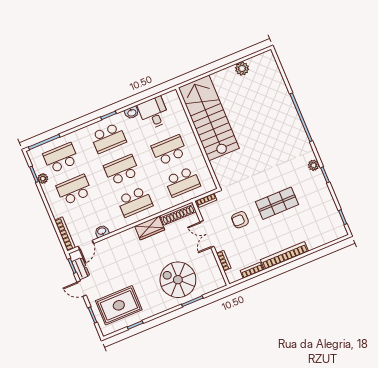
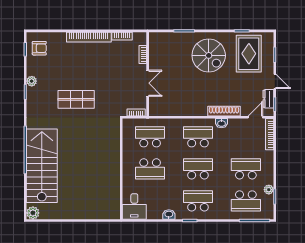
plant: (242, 69) -> (33, 213), moved
desk: (154, 113) -> (134, 206), moved
stairs: (209, 118) -> (42, 166), moved, turned 180
plant: (314, 165) -> (32, 81), moved
school desk: (122, 170) -> (198, 169), turned 180
school desk: (74, 190) -> (246, 169), turned 180
shop shelf: (277, 203) -> (76, 99), moved
shoe rack: (178, 214) -> (224, 111), moved
armchair: (240, 220) -> (39, 48), moved
wardrobe: (150, 228) -> (195, 109), removed
washbasin: (102, 231) -> (221, 123), moved
spiral stairs: (178, 280) -> (209, 55), moved
rug: (119, 305) -> (249, 54), turned 90

